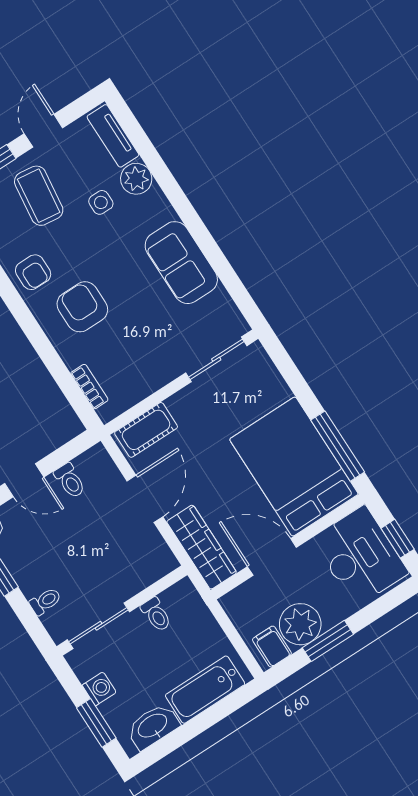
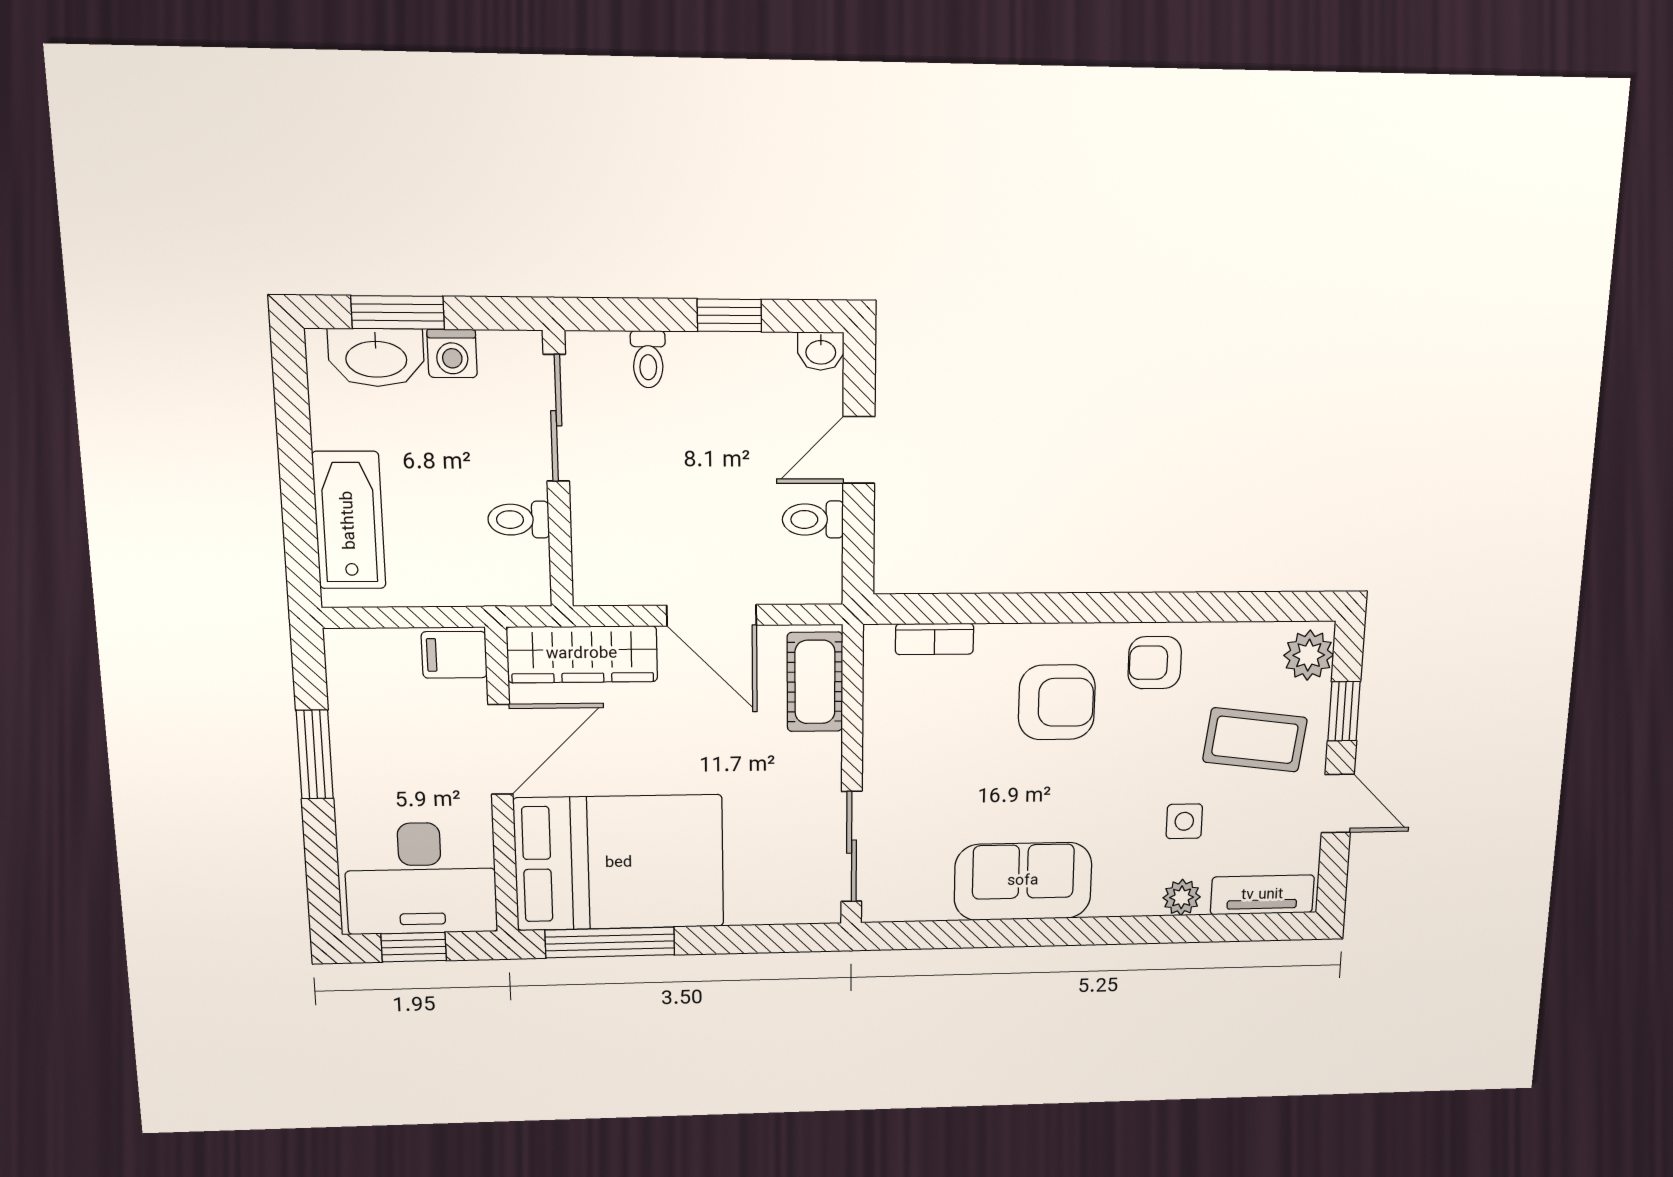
plant: (136, 179) -> (1182, 897), width x0.73, depth x0.73
plant: (300, 624) -> (367, 729), removed
filing cabinet: (272, 647) -> (454, 655), moved, turned 180
washbasin: (153, 726) -> (376, 358), moved, turned 90

